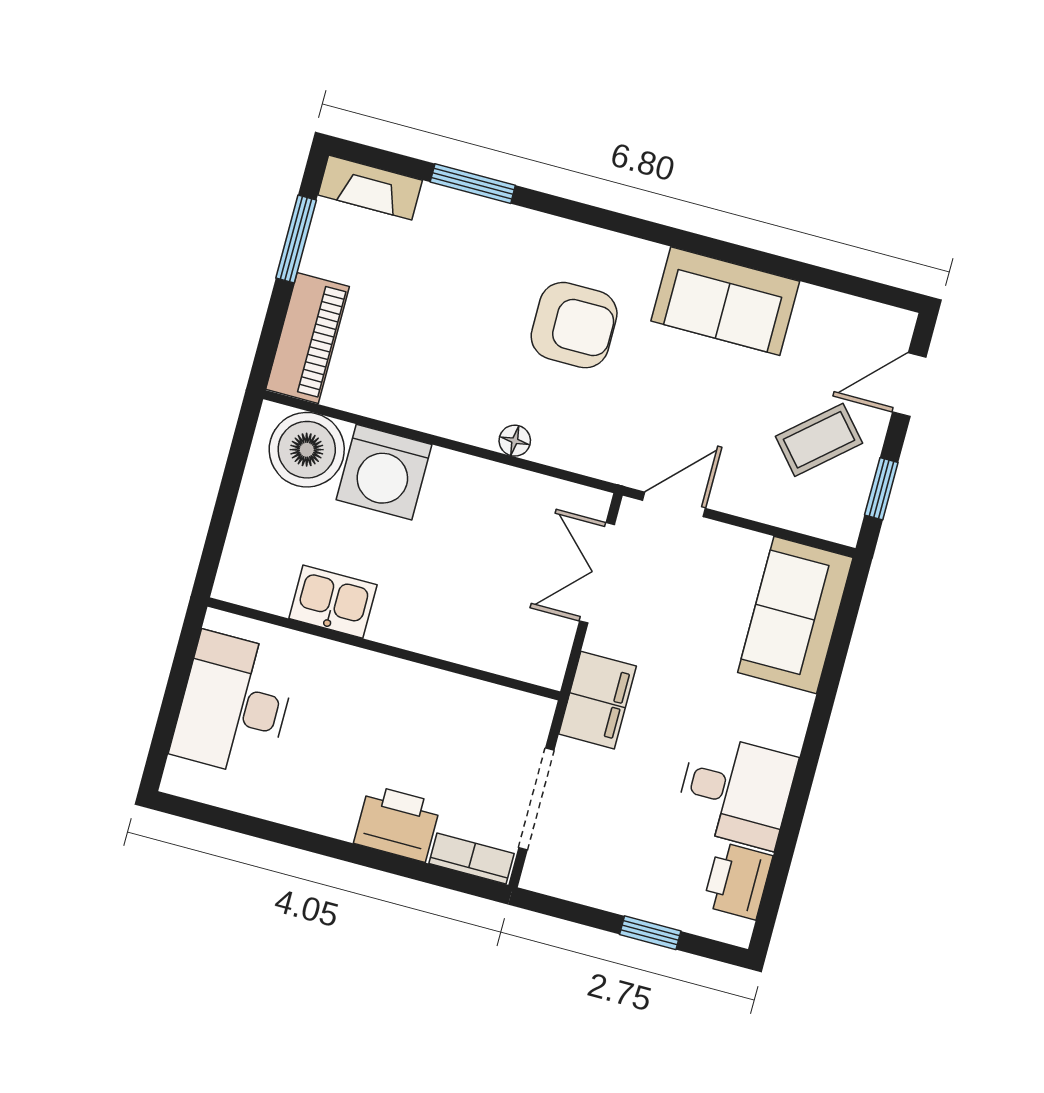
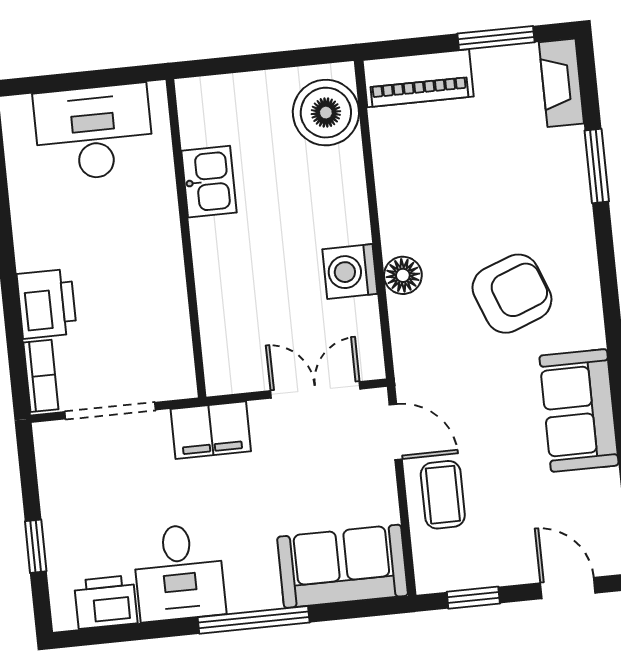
armchair: (574, 325) -> (512, 294), turned -111
coffee table: (819, 440) -> (443, 495), moved, turned 41
floor lamp: (515, 441) -> (403, 275), width x1.37, depth x1.37
washing machine: (384, 472) -> (350, 272), moved, width x0.73, depth x0.73
window: (816, 731) -> (254, 620), added

